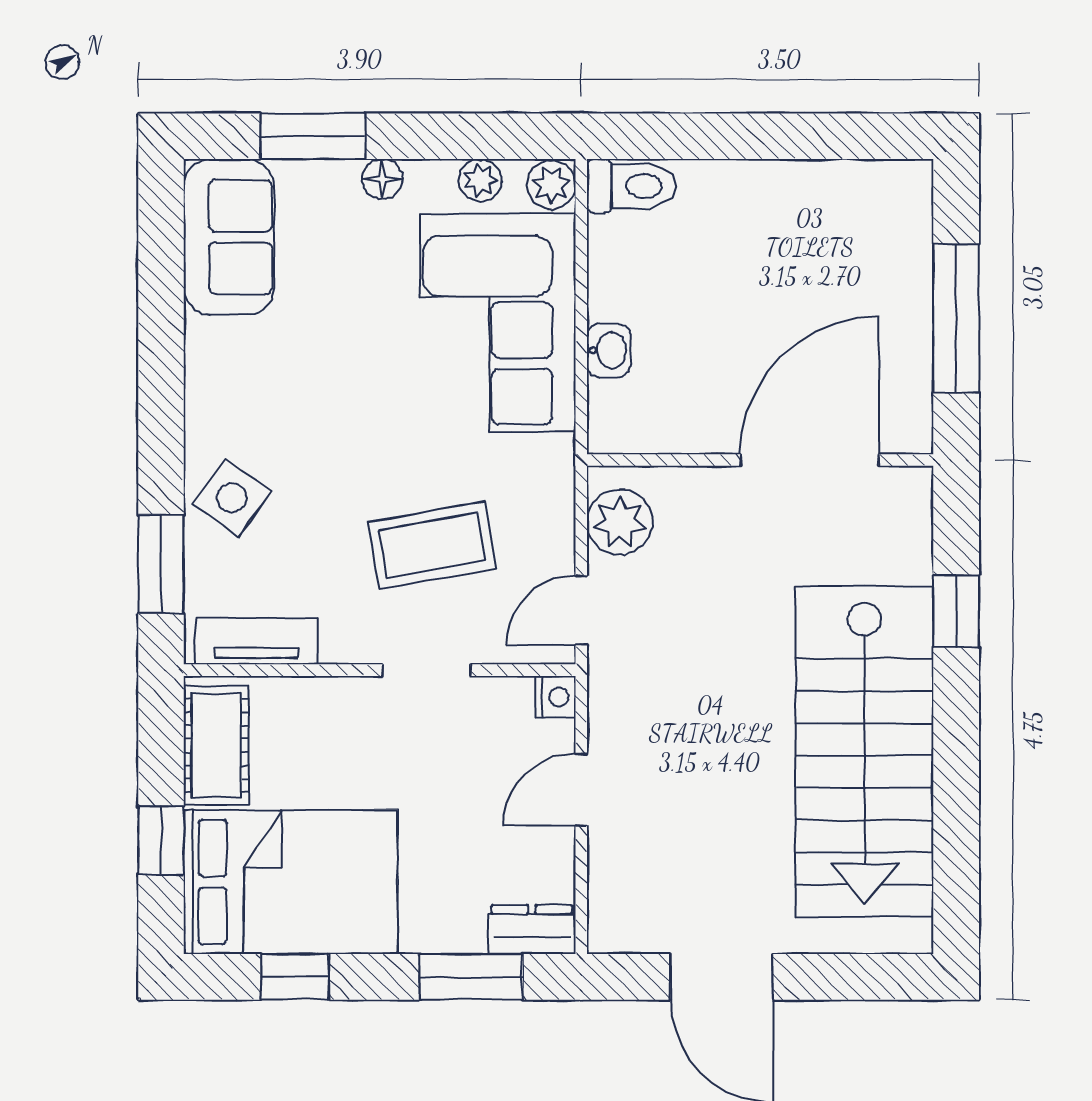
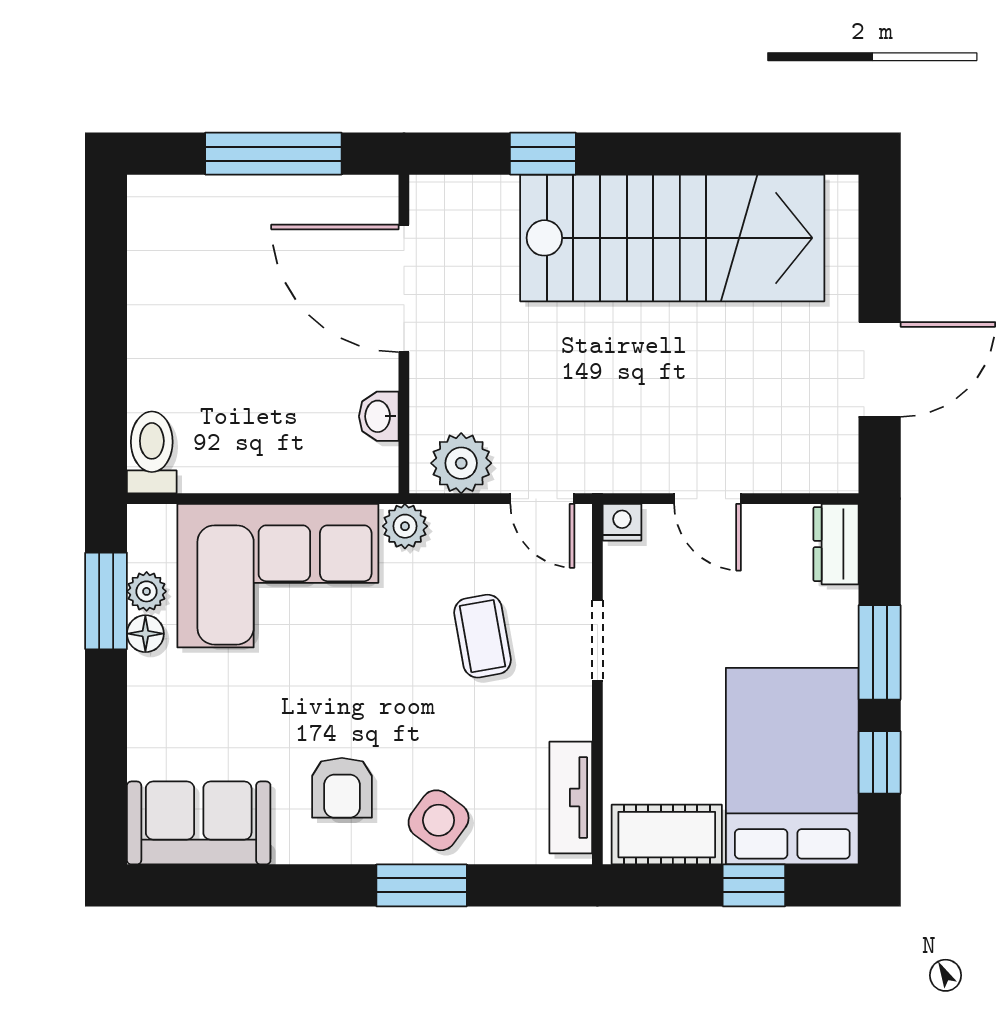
window: (313, 136) -> (106, 601), moved
floor lamp: (382, 179) -> (145, 634), moved
plant: (551, 185) -> (405, 526), moved
washbasin: (609, 350) -> (379, 416), moved, turned -90
armchair: (267, 393) -> (342, 788), added
coffee table: (432, 545) -> (483, 636), width x0.73, depth x0.77
window: (161, 564) -> (422, 885), moved
window: (471, 977) -> (880, 652), moved

